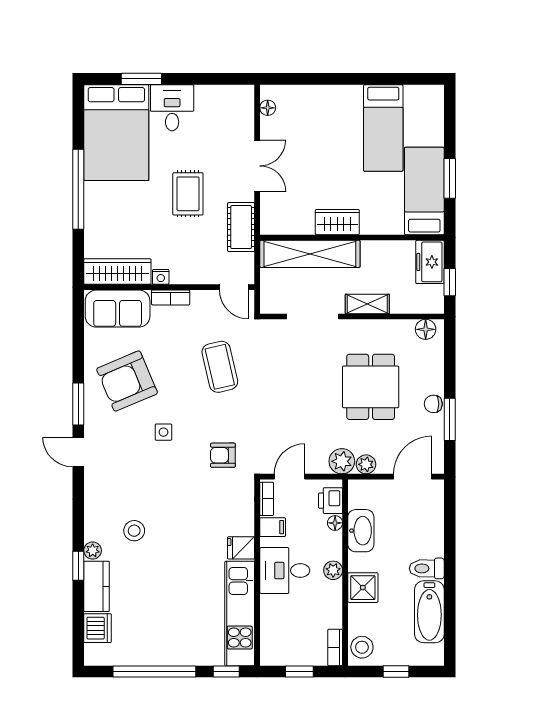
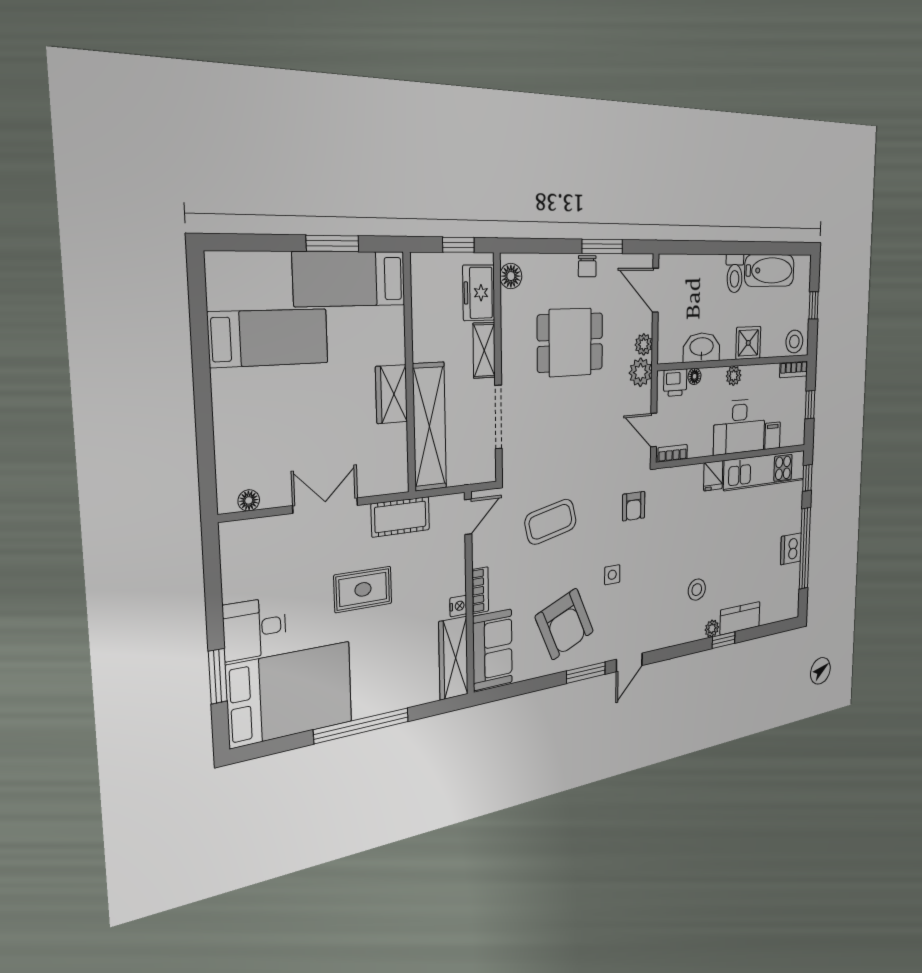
freezer: (430, 262) -> (479, 293), moved, turned 90
filing cabinet: (273, 527) -> (772, 436), moved
desk: (285, 571) -> (739, 427), width x1.37
dishwasher: (98, 628) -> (791, 549), moved, turned -90

